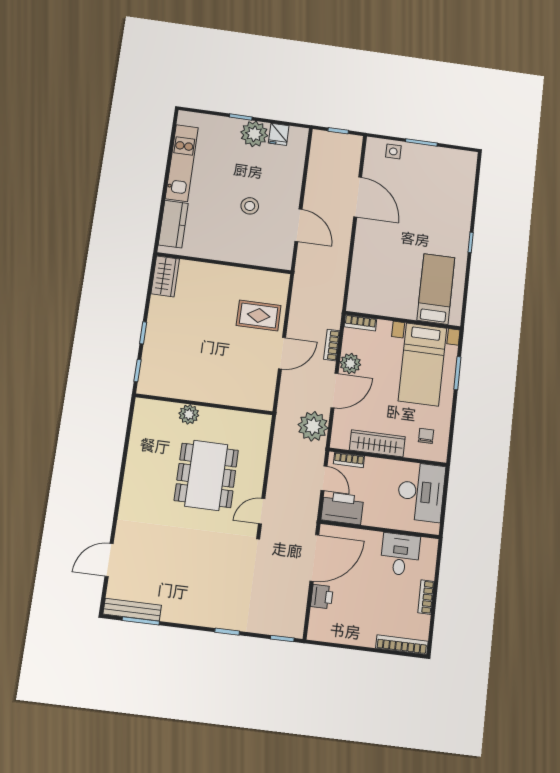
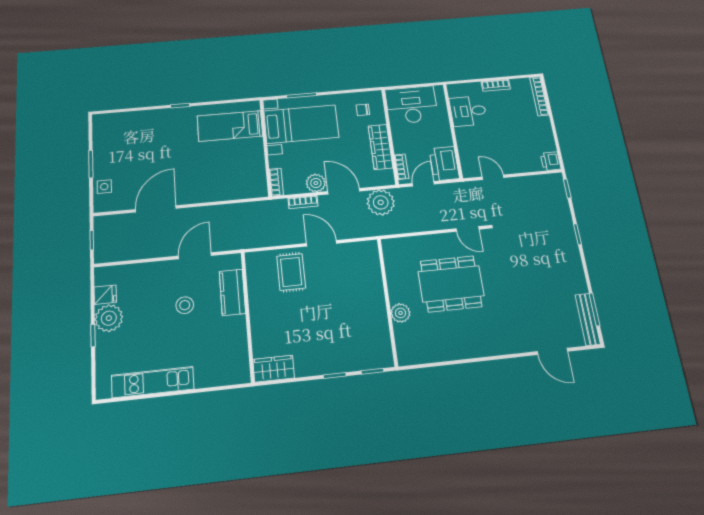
kitchen counter: (173, 224) -> (232, 292), moved, turned -90
door: (314, 558) -> (493, 177), width x0.53
printer: (322, 597) -> (551, 161), moved, turned -90

